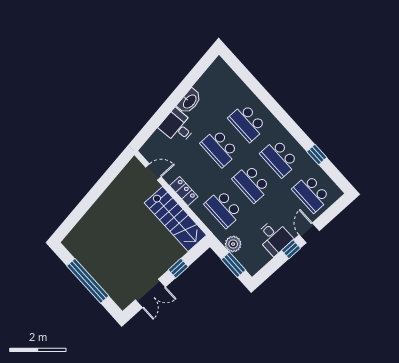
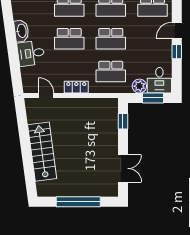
door: (153, 172) -> (46, 96), hinge flipped
stairs: (175, 219) -> (42, 152), moved, turned -98
door: (309, 233) -> (177, 30), hinge flipped
desk: (274, 237) -> (159, 80), moved, turned 90
window: (178, 268) -> (123, 121), moved

